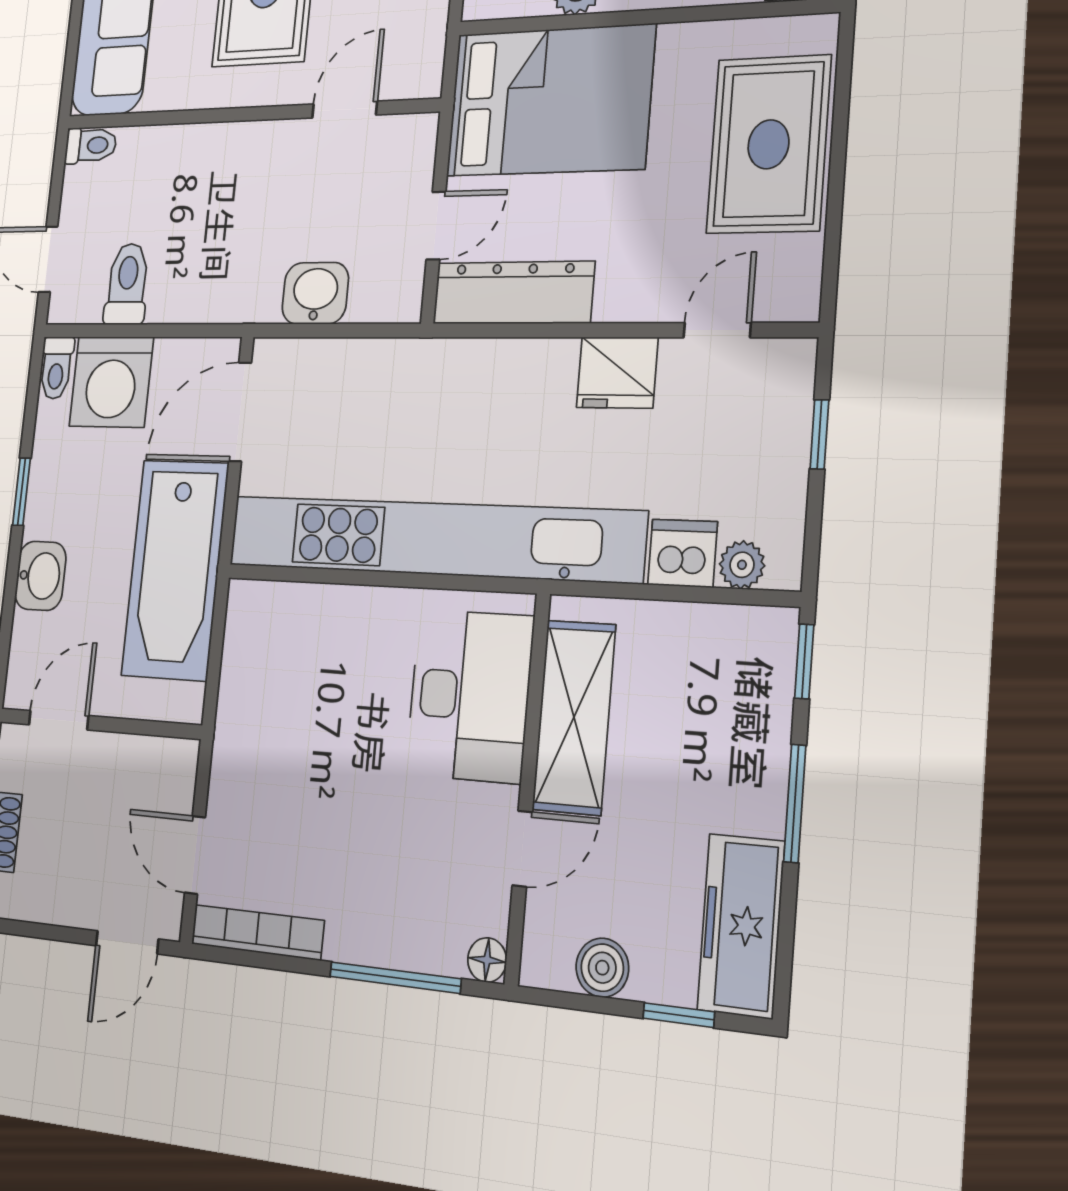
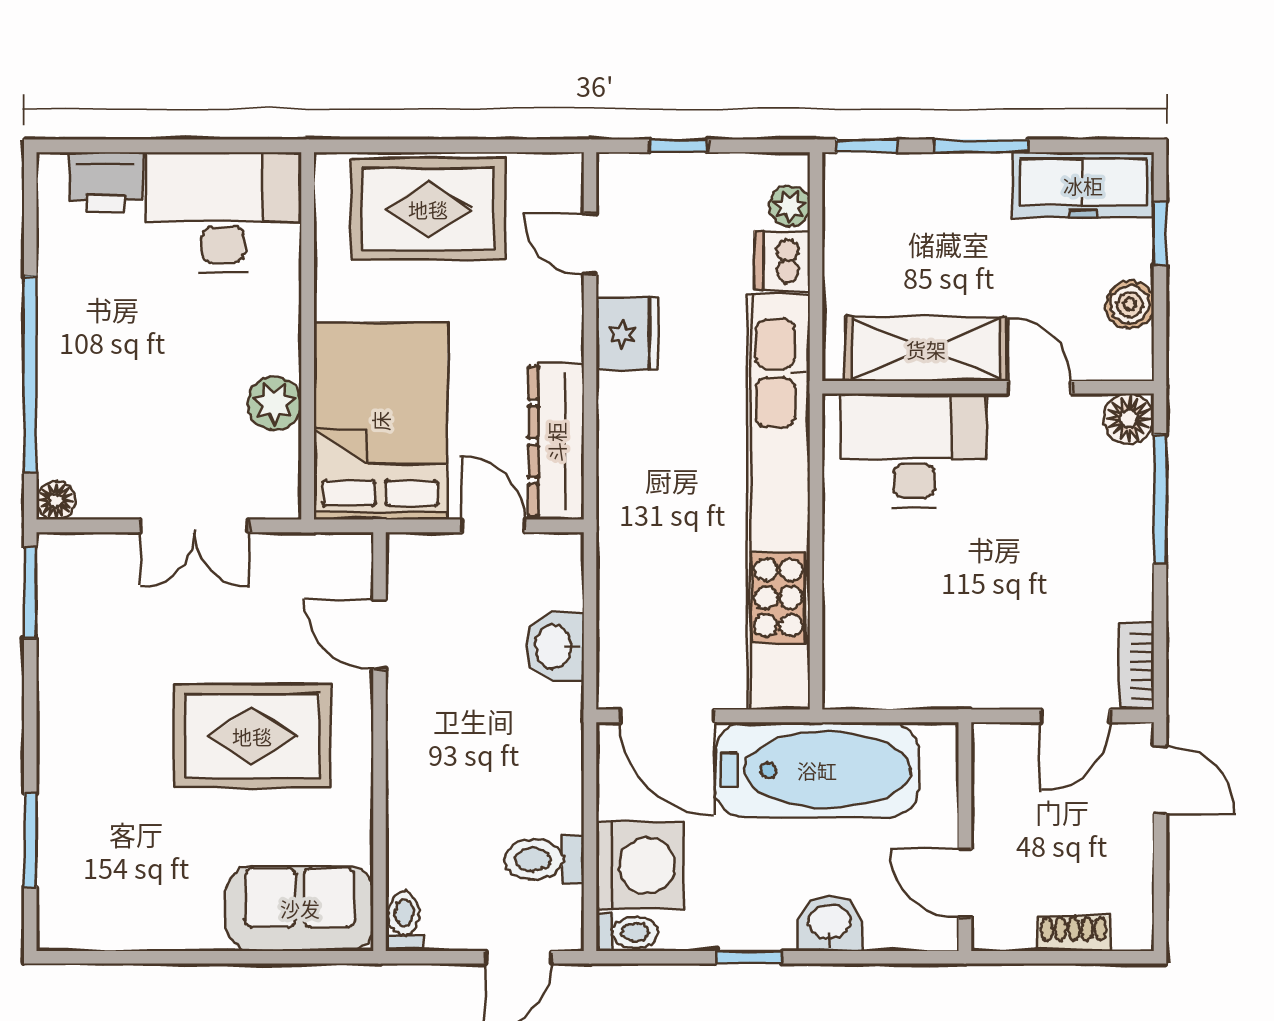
bookcase: (257, 932) -> (1137, 666), width x0.64
floor lamp: (487, 960) -> (1129, 419), width x1.37, depth x1.37

